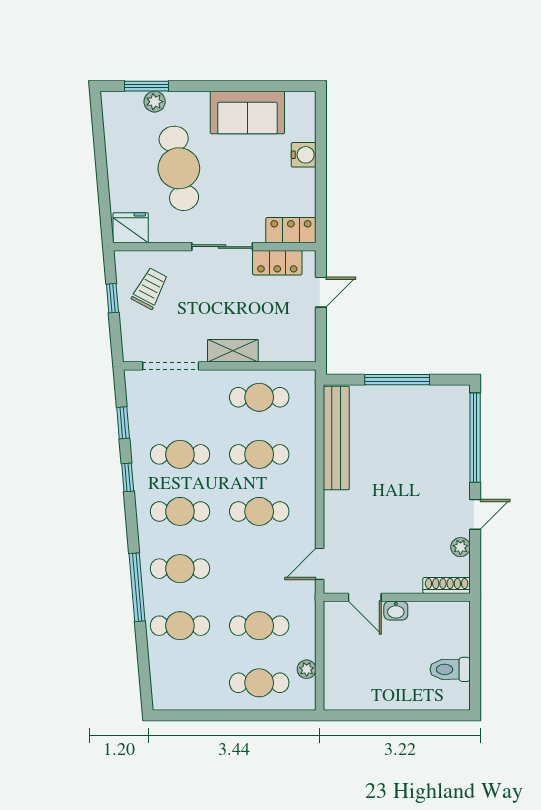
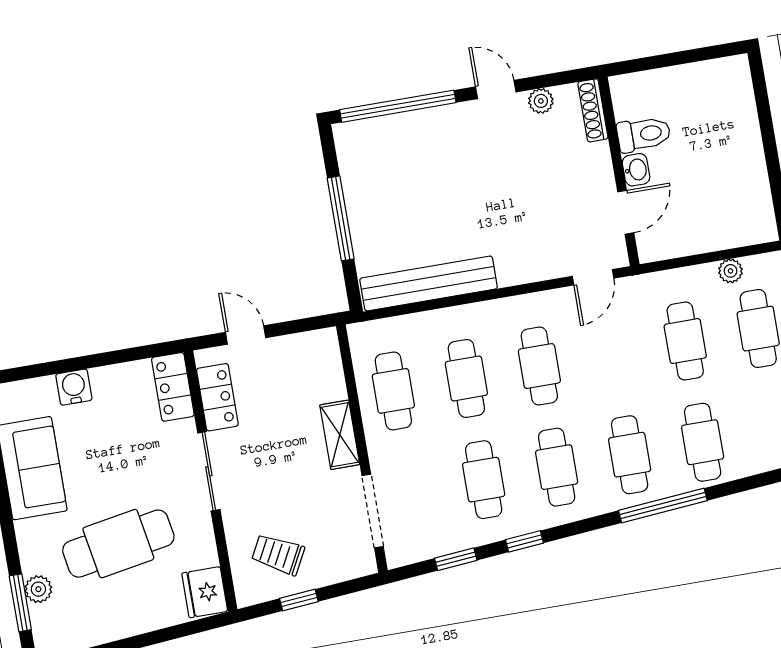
door: (320, 564) -> (593, 277), hinge flipped
toilet: (450, 669) -> (644, 134), moved, turned -90

